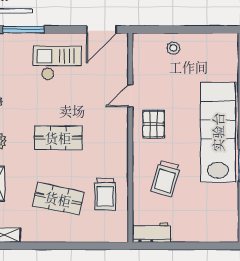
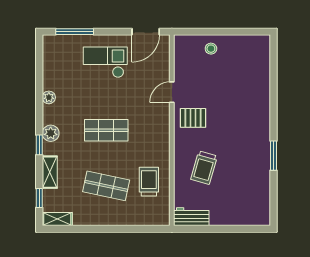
pallet: (154, 124) -> (193, 118), turned 90
lab bench: (218, 132) -> (252, 125), removed
trolley: (105, 194) -> (149, 182), turned 180

